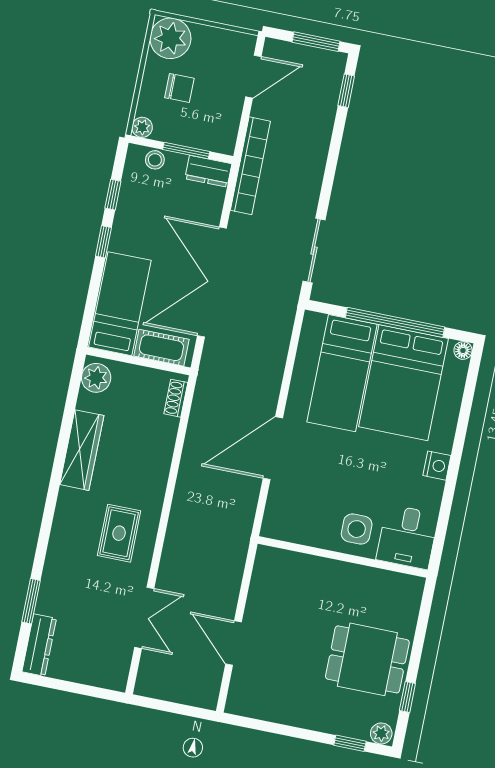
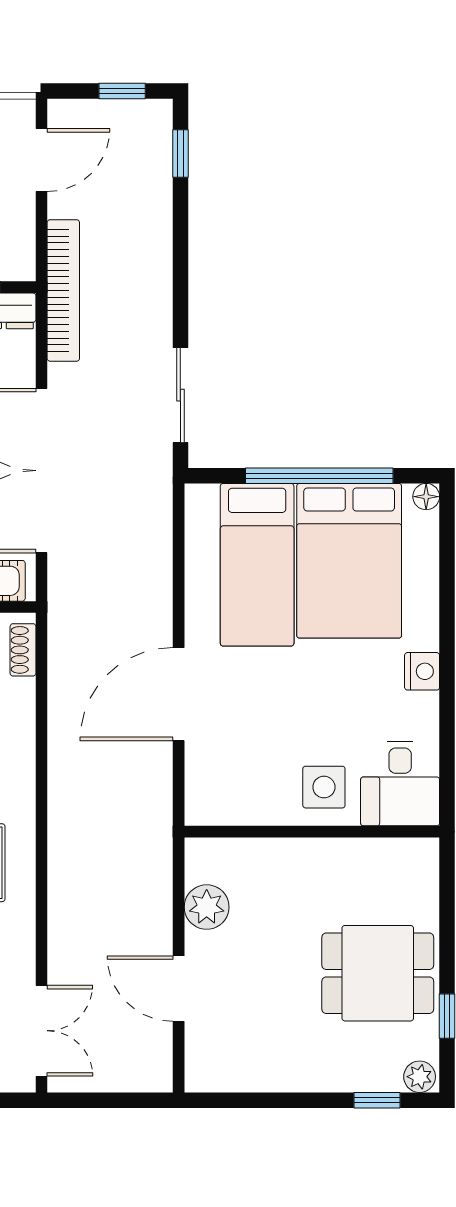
window: (316, 42) -> (122, 91), width x0.67
plant: (263, 593) -> (207, 907), added
double door: (144, 618) -> (42, 1031), moved

